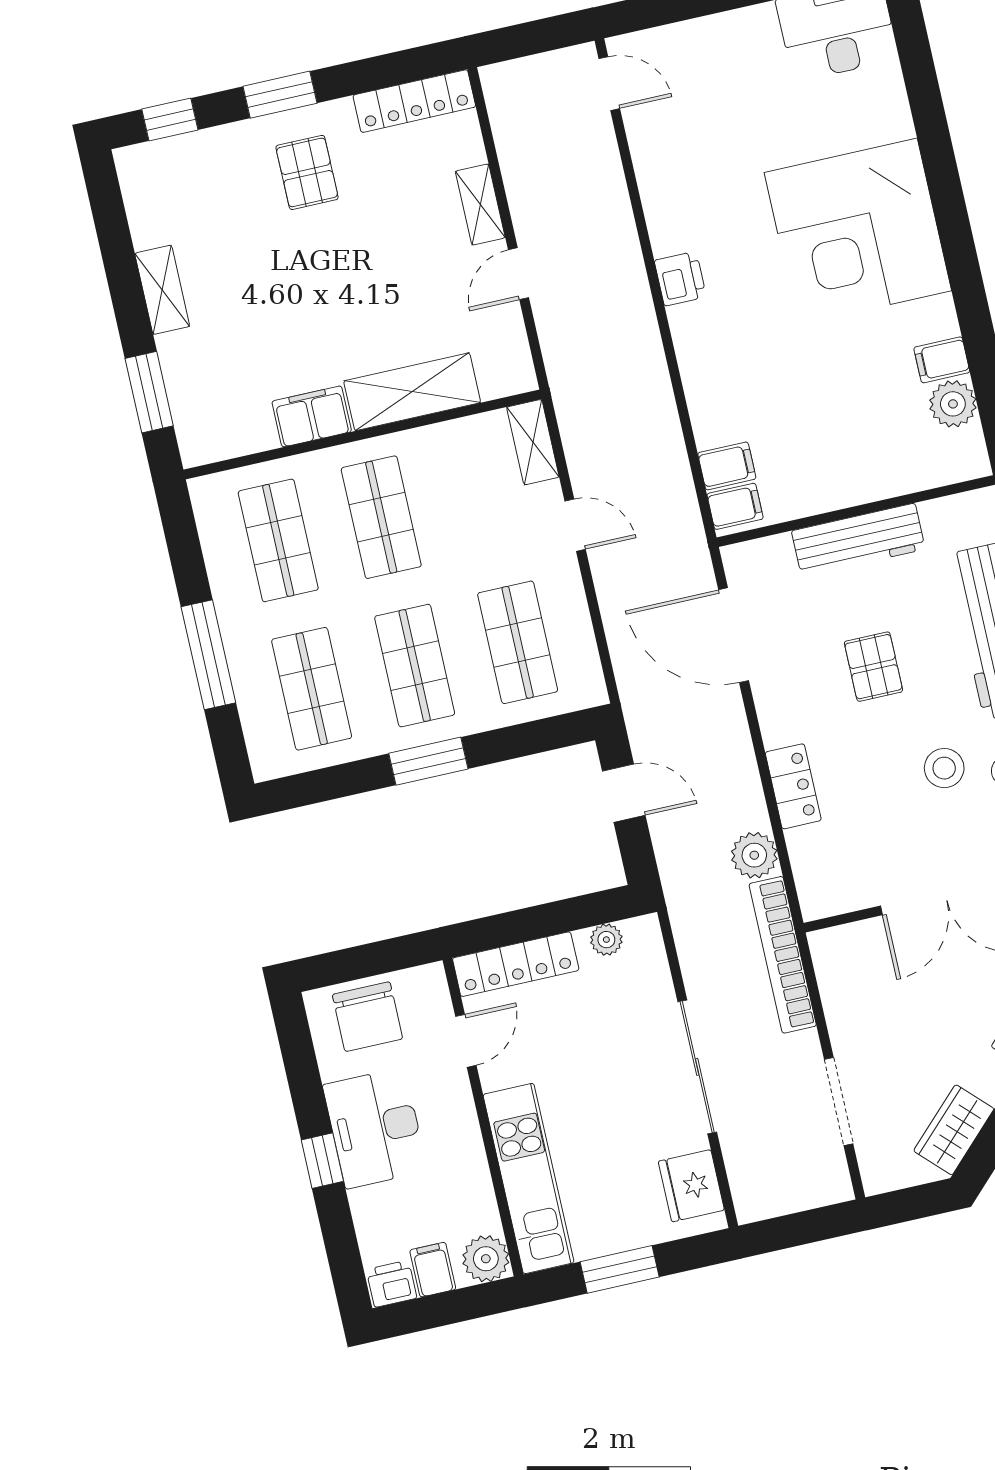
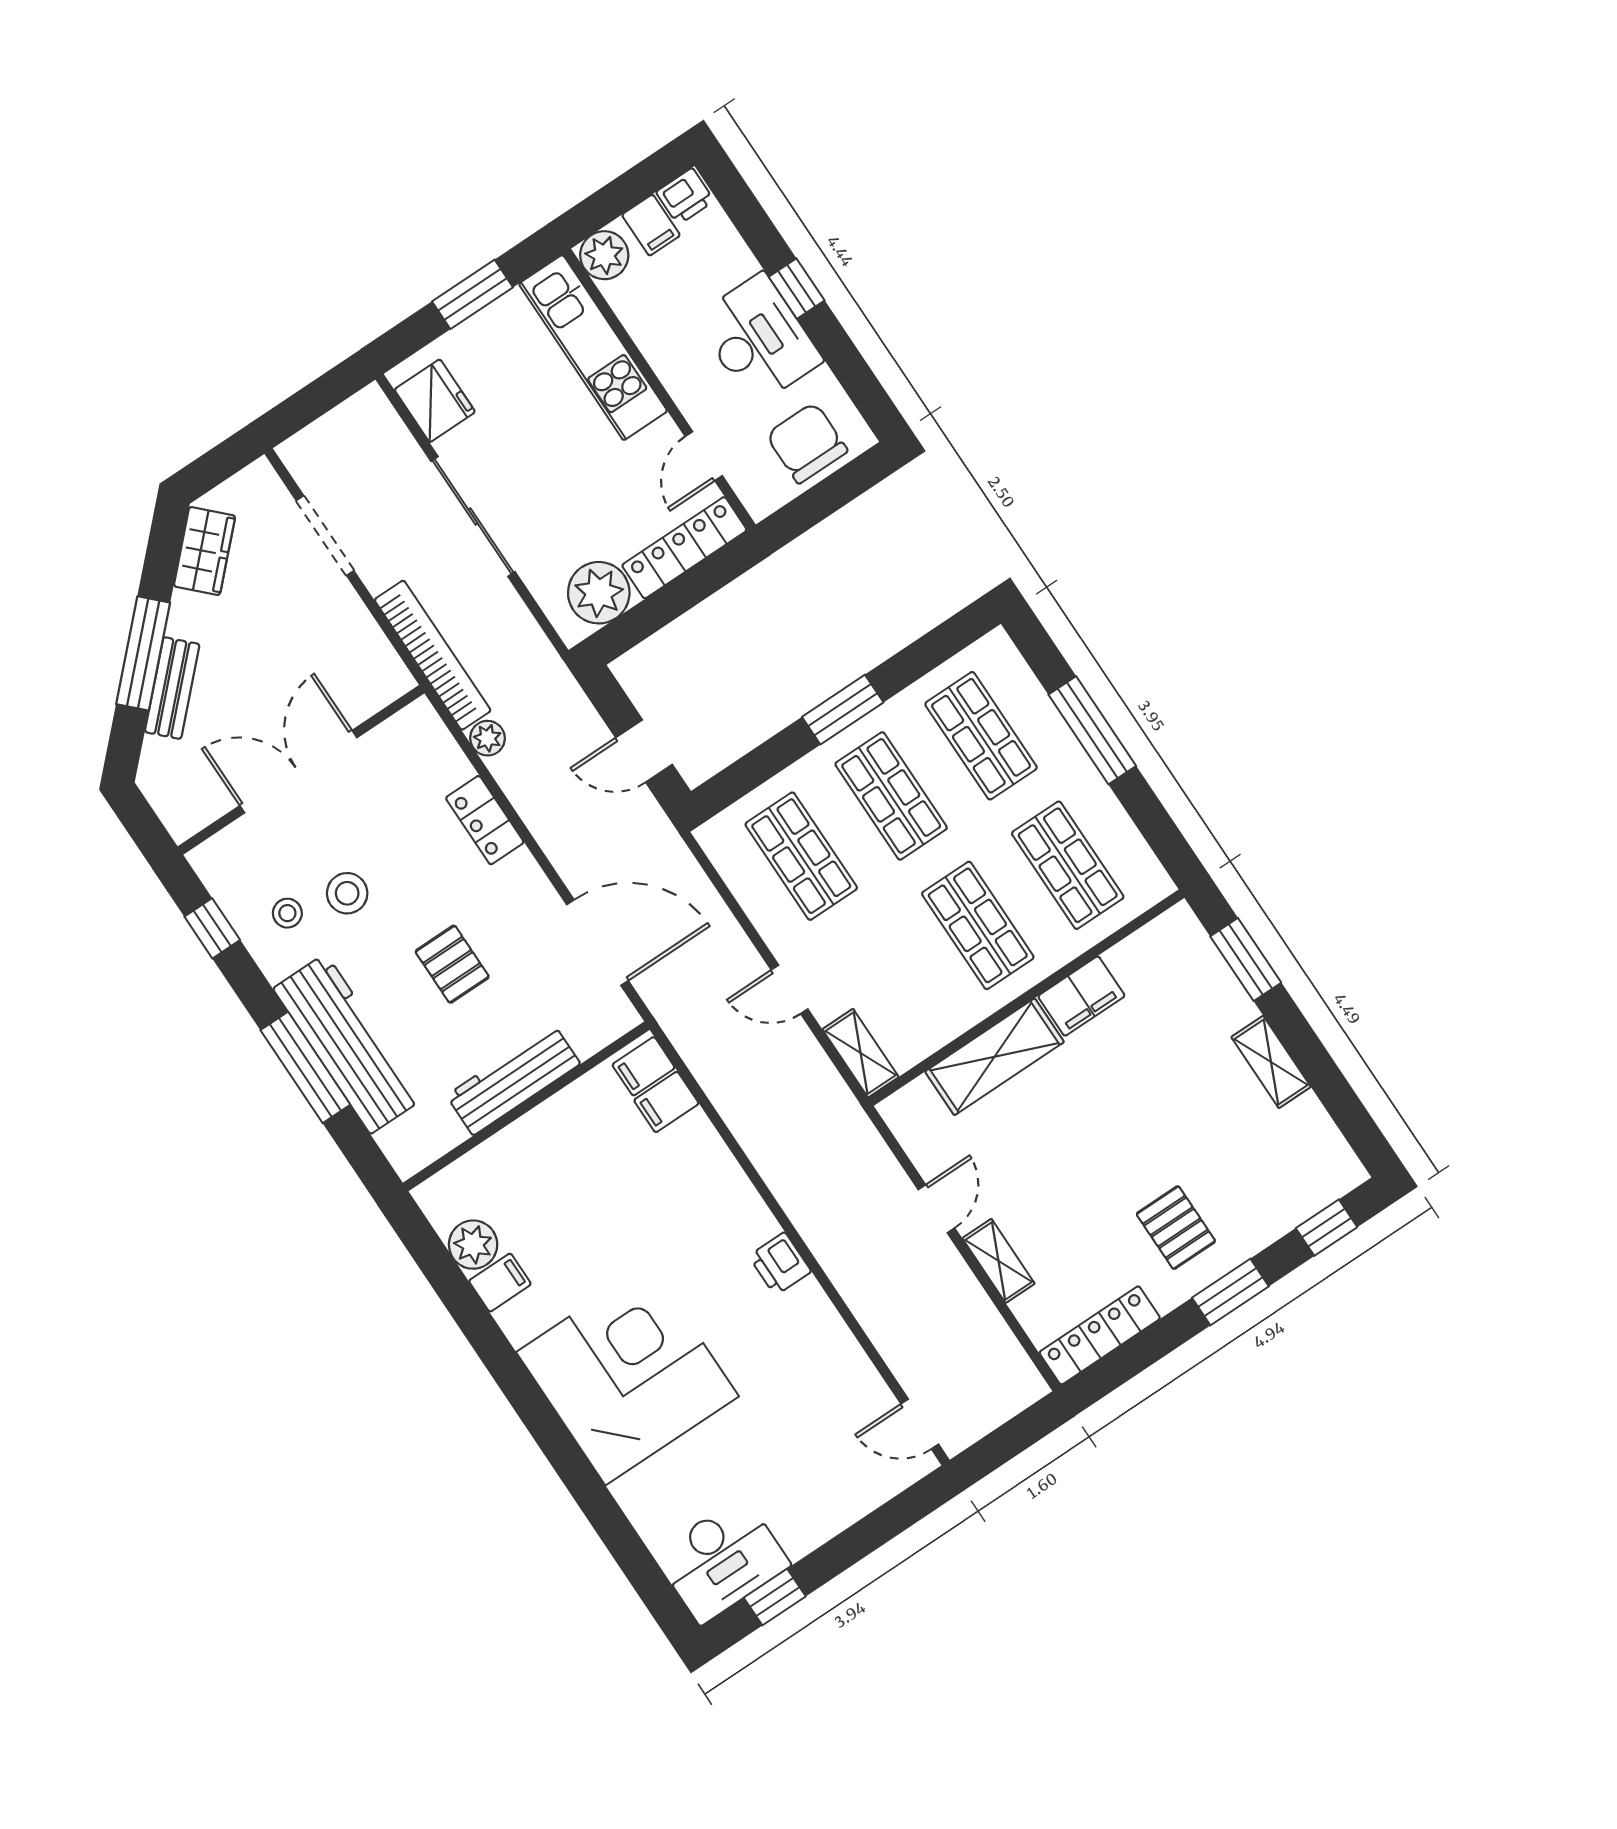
plant: (754, 855) -> (487, 738), width x0.73, depth x0.73
plant: (606, 940) -> (599, 593), width x1.88, depth x1.88

